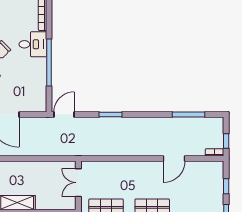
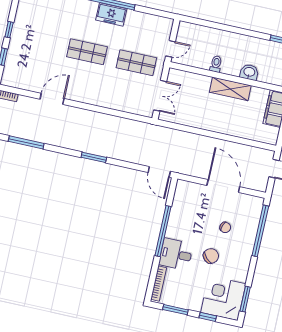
door: (64, 114) -> (159, 172), hinge flipped
window: (110, 114) -> (94, 157), moved

